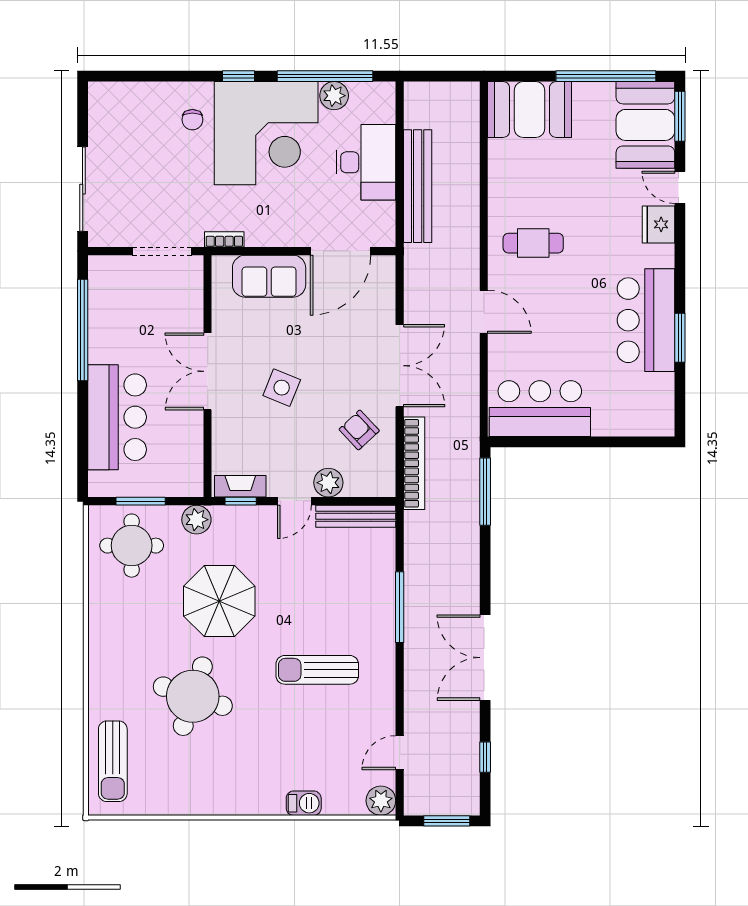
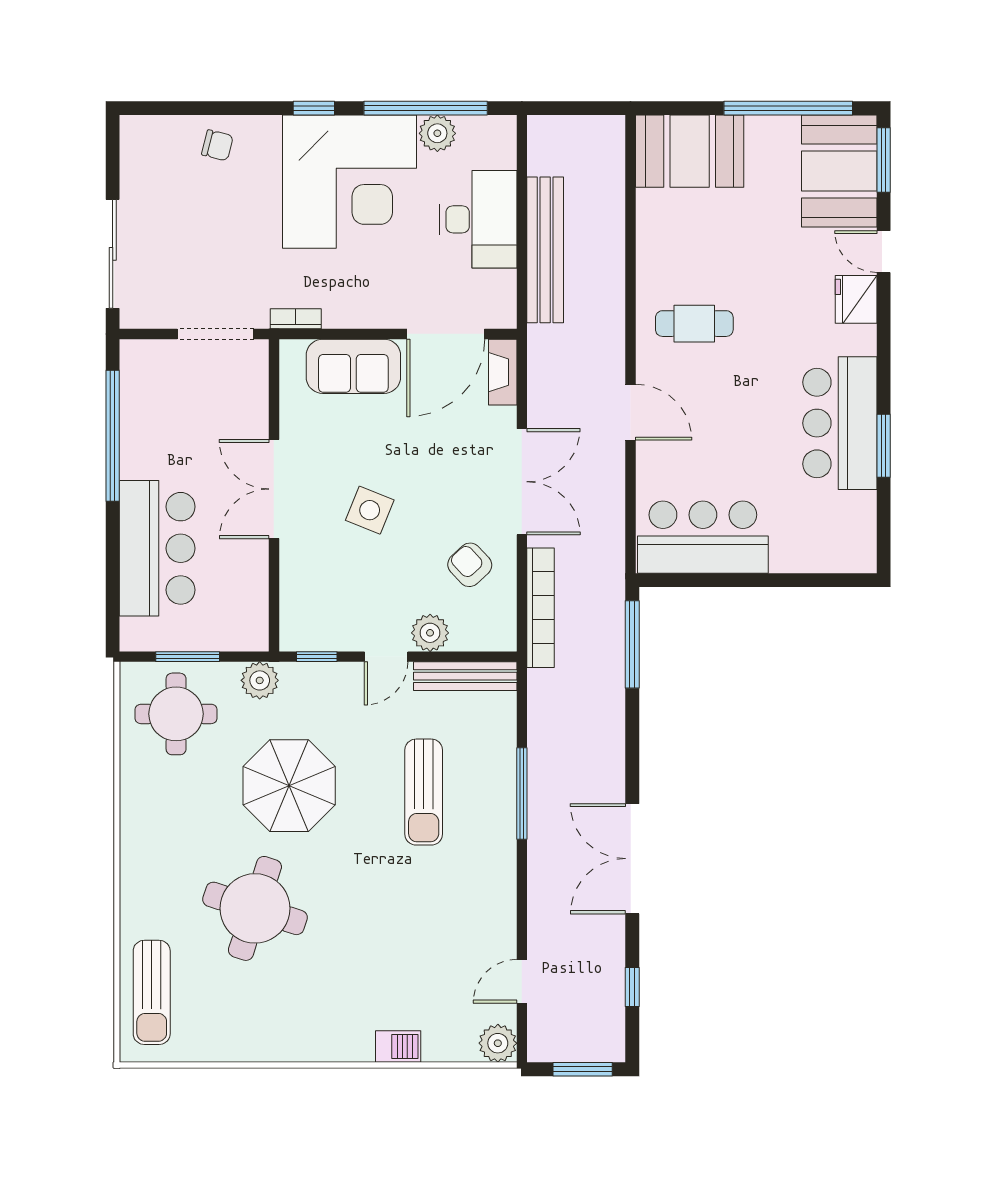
chair: (192, 120) -> (217, 145), moved, turned -76
fireplace: (240, 486) -> (503, 372), moved, turned -90
sun lounger: (317, 670) -> (424, 792), moved, turned -90

